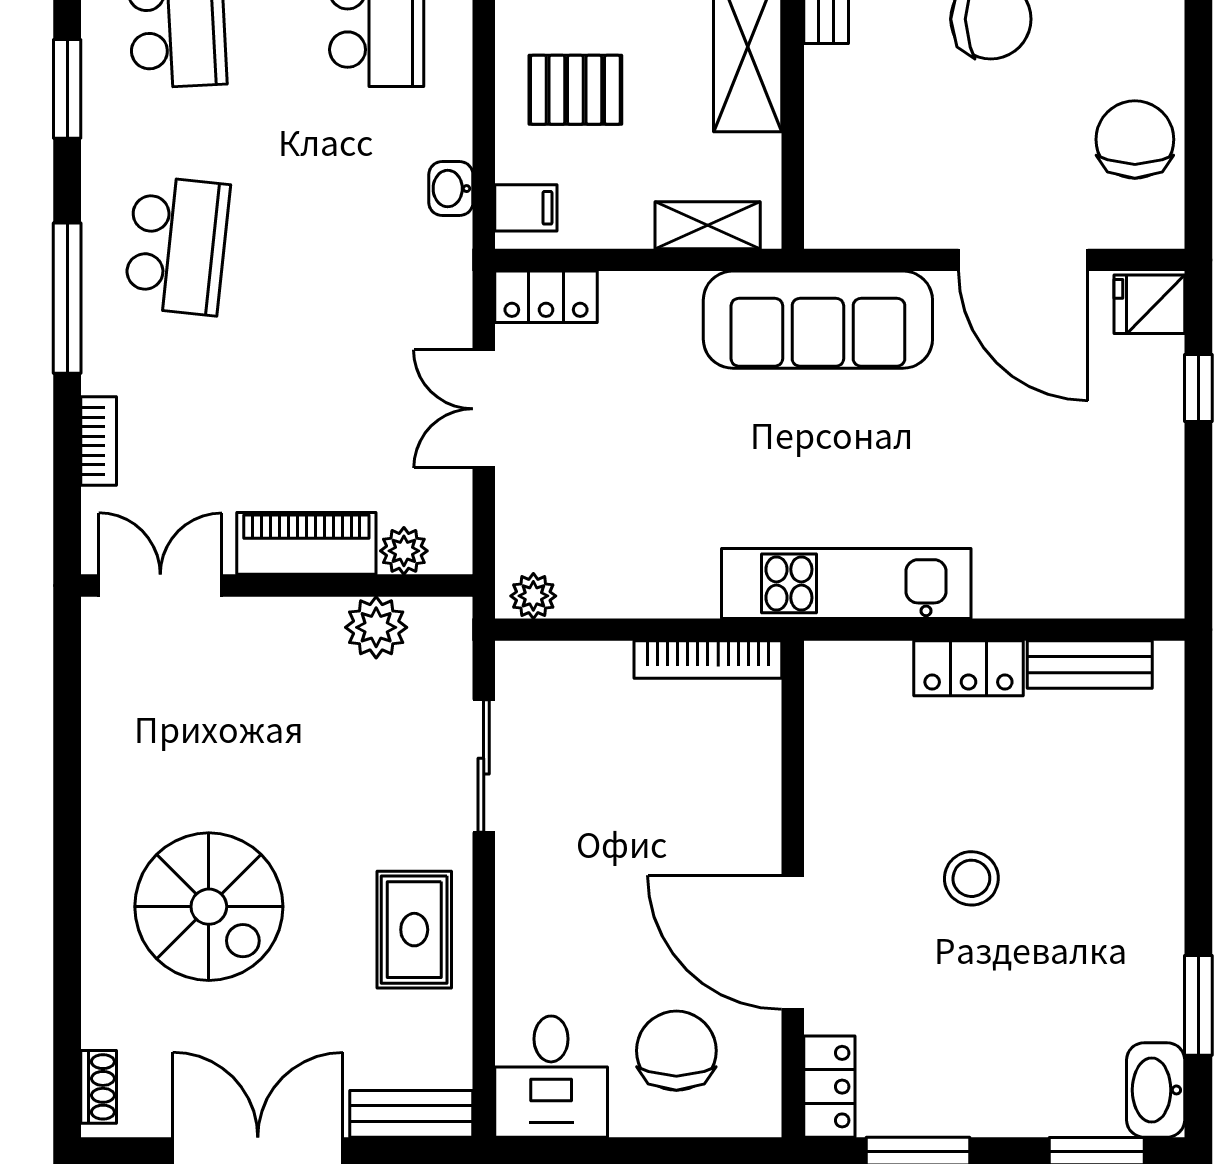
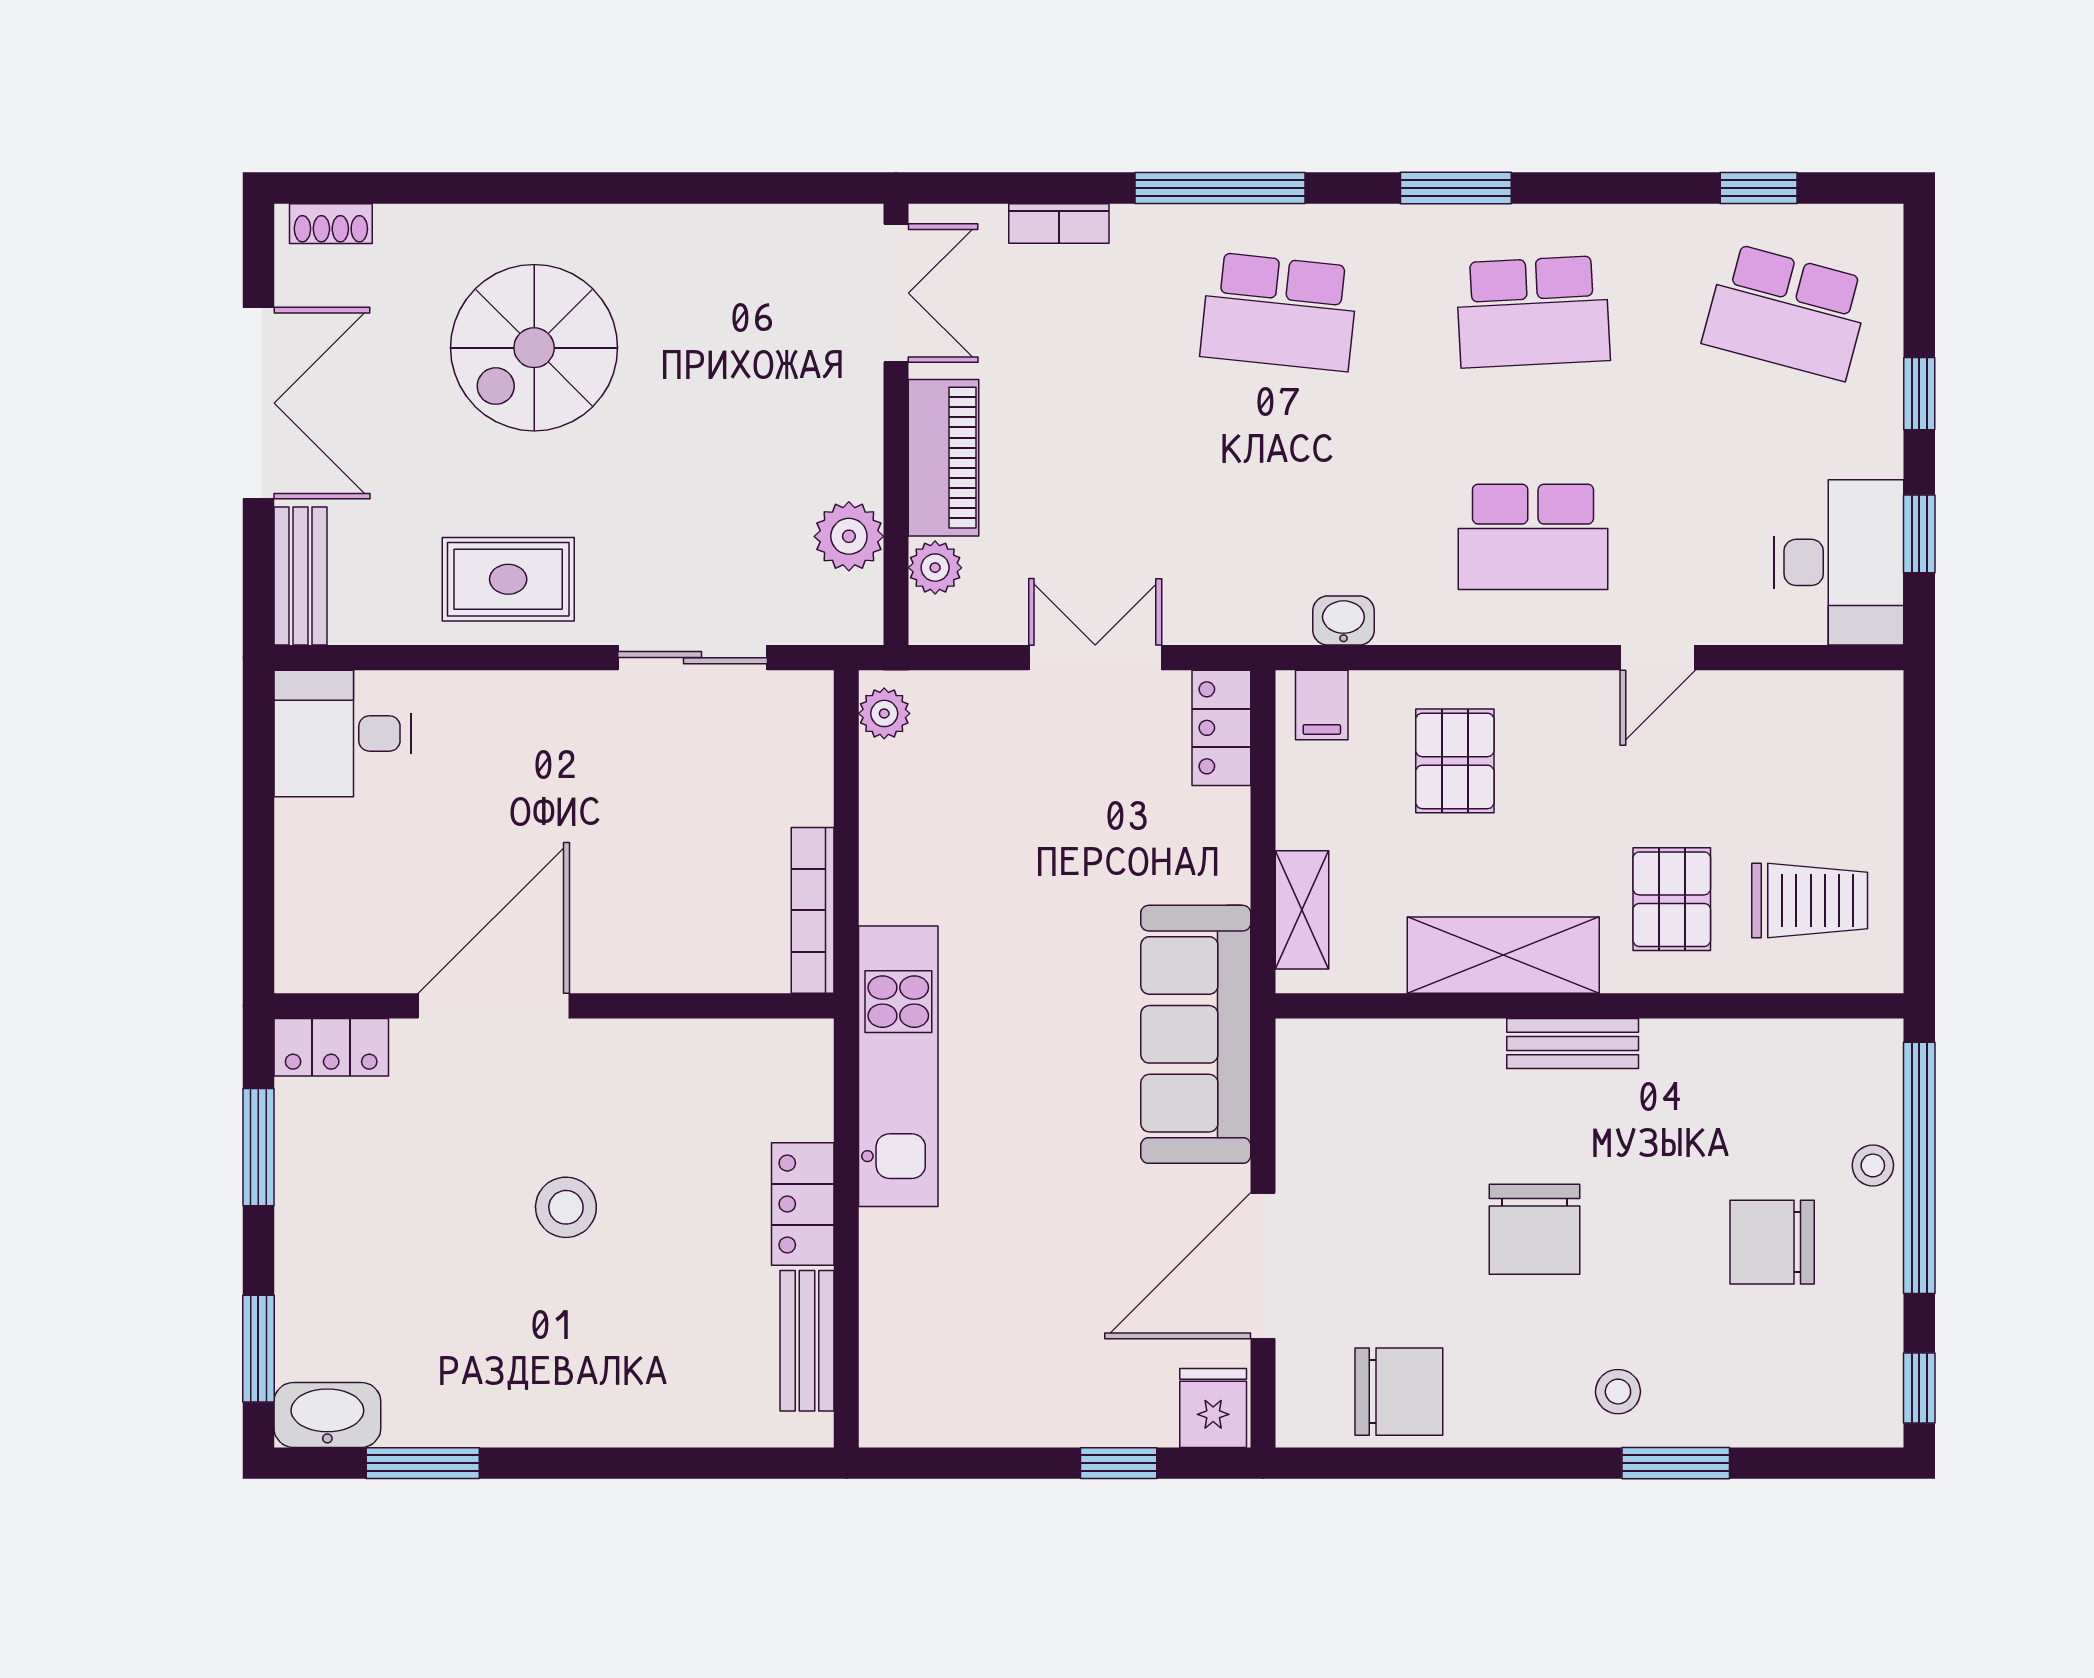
chair: (676, 1051) -> (372, 875), removed

